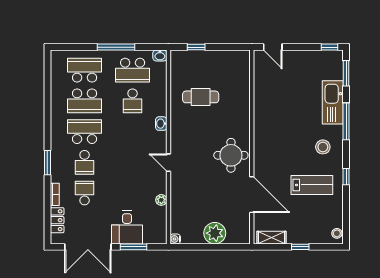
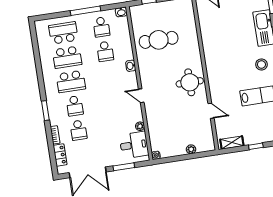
school desk: (133, 70) -> (101, 27), width x0.54
cafe table: (201, 97) -> (159, 40), width x1.37, depth x1.35
school desk: (85, 132) -> (71, 81), turned 180
school desk: (85, 193) -> (78, 130), turned 180
door: (252, 195) -> (211, 111), width x0.53
desk: (127, 227) -> (134, 145), moved, turned -90
plant: (215, 233) -> (191, 149), width x0.53, depth x0.53

